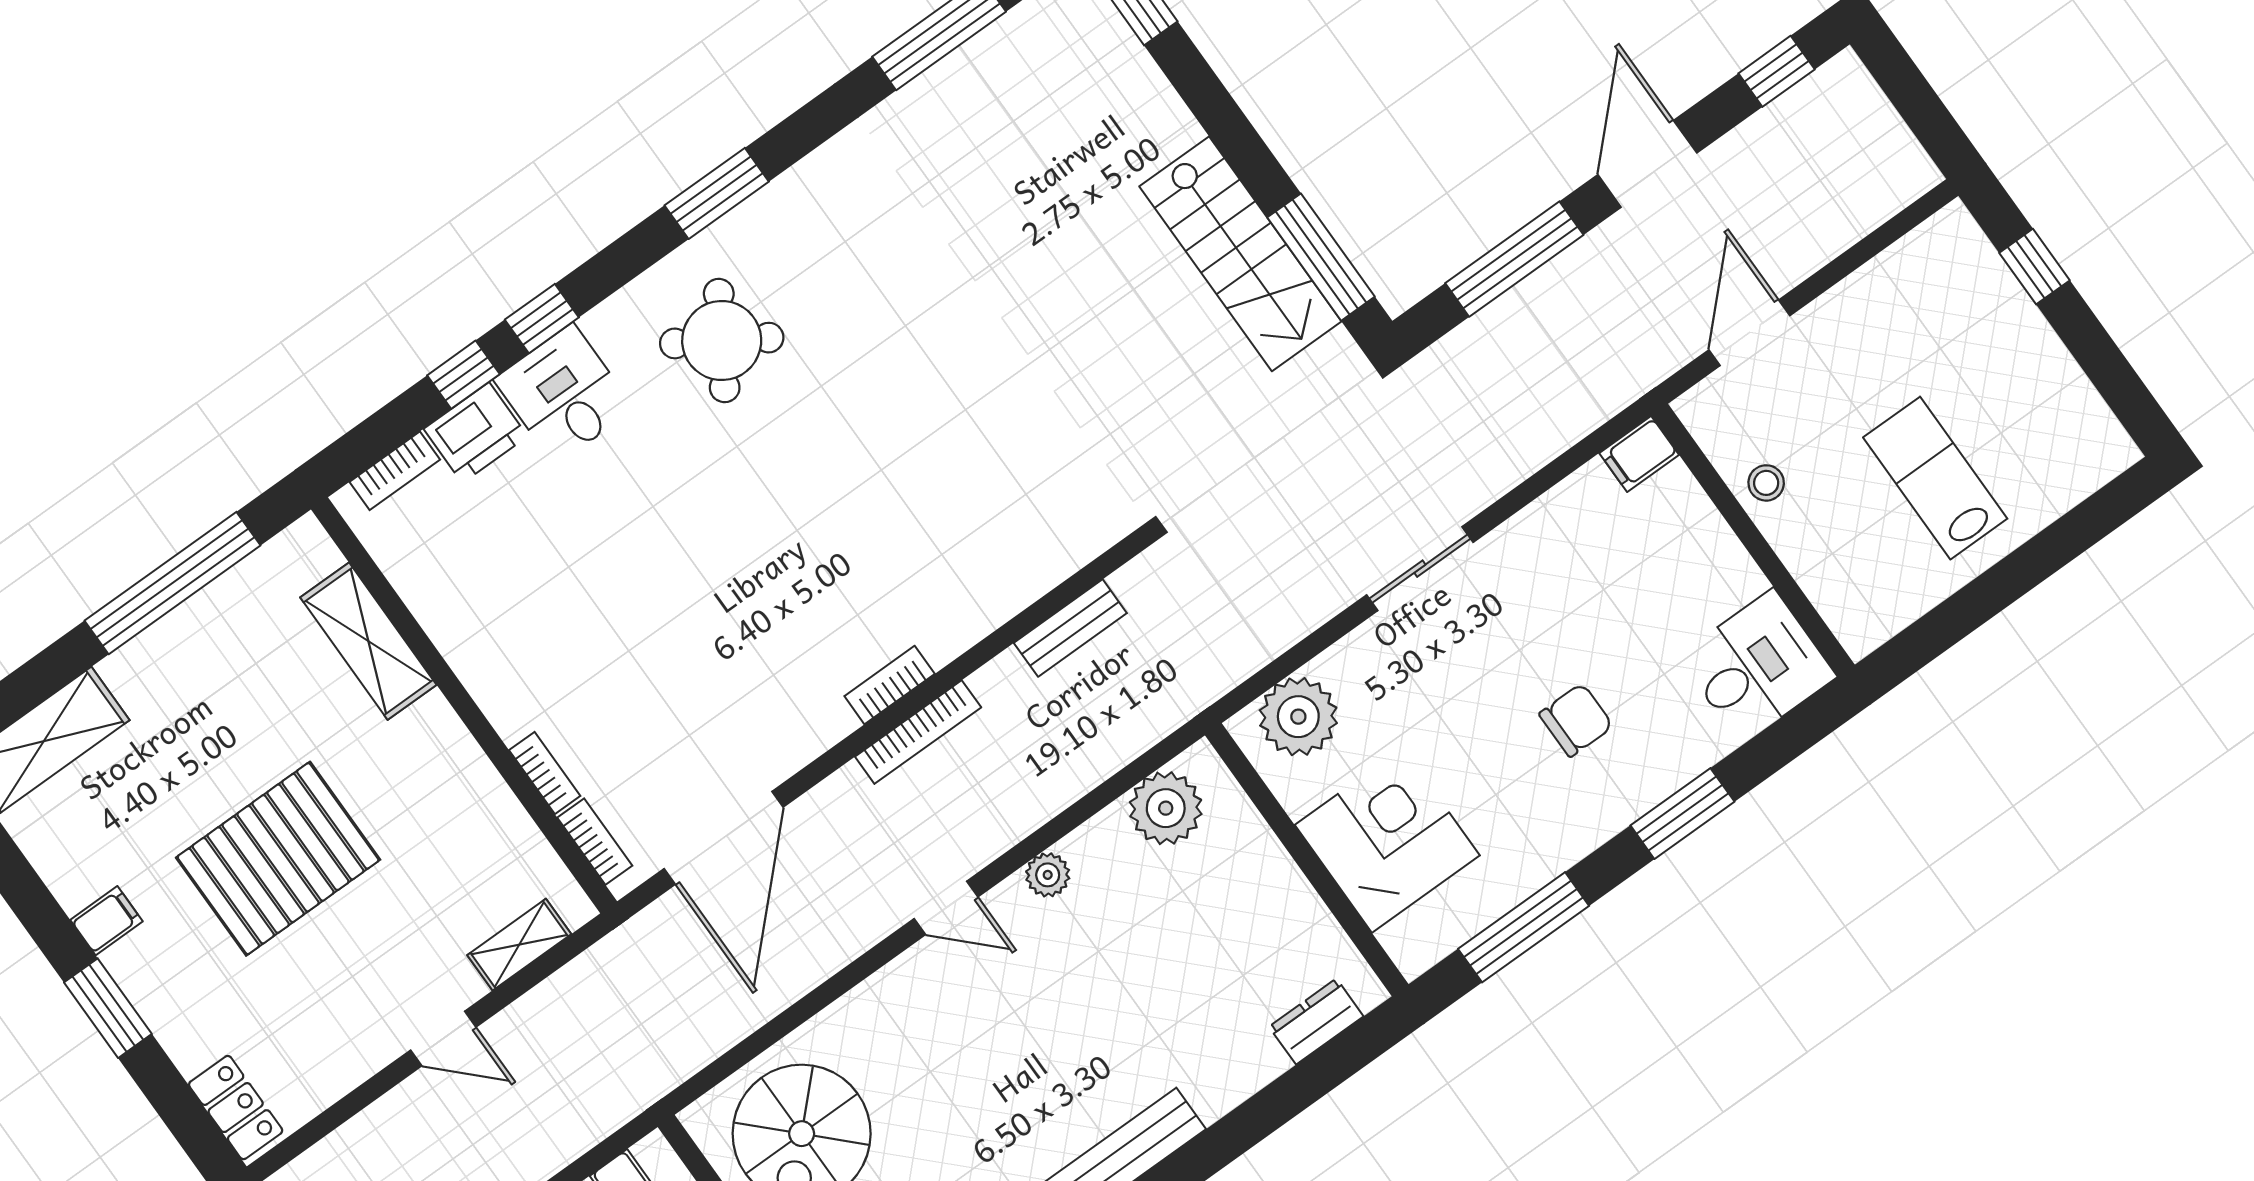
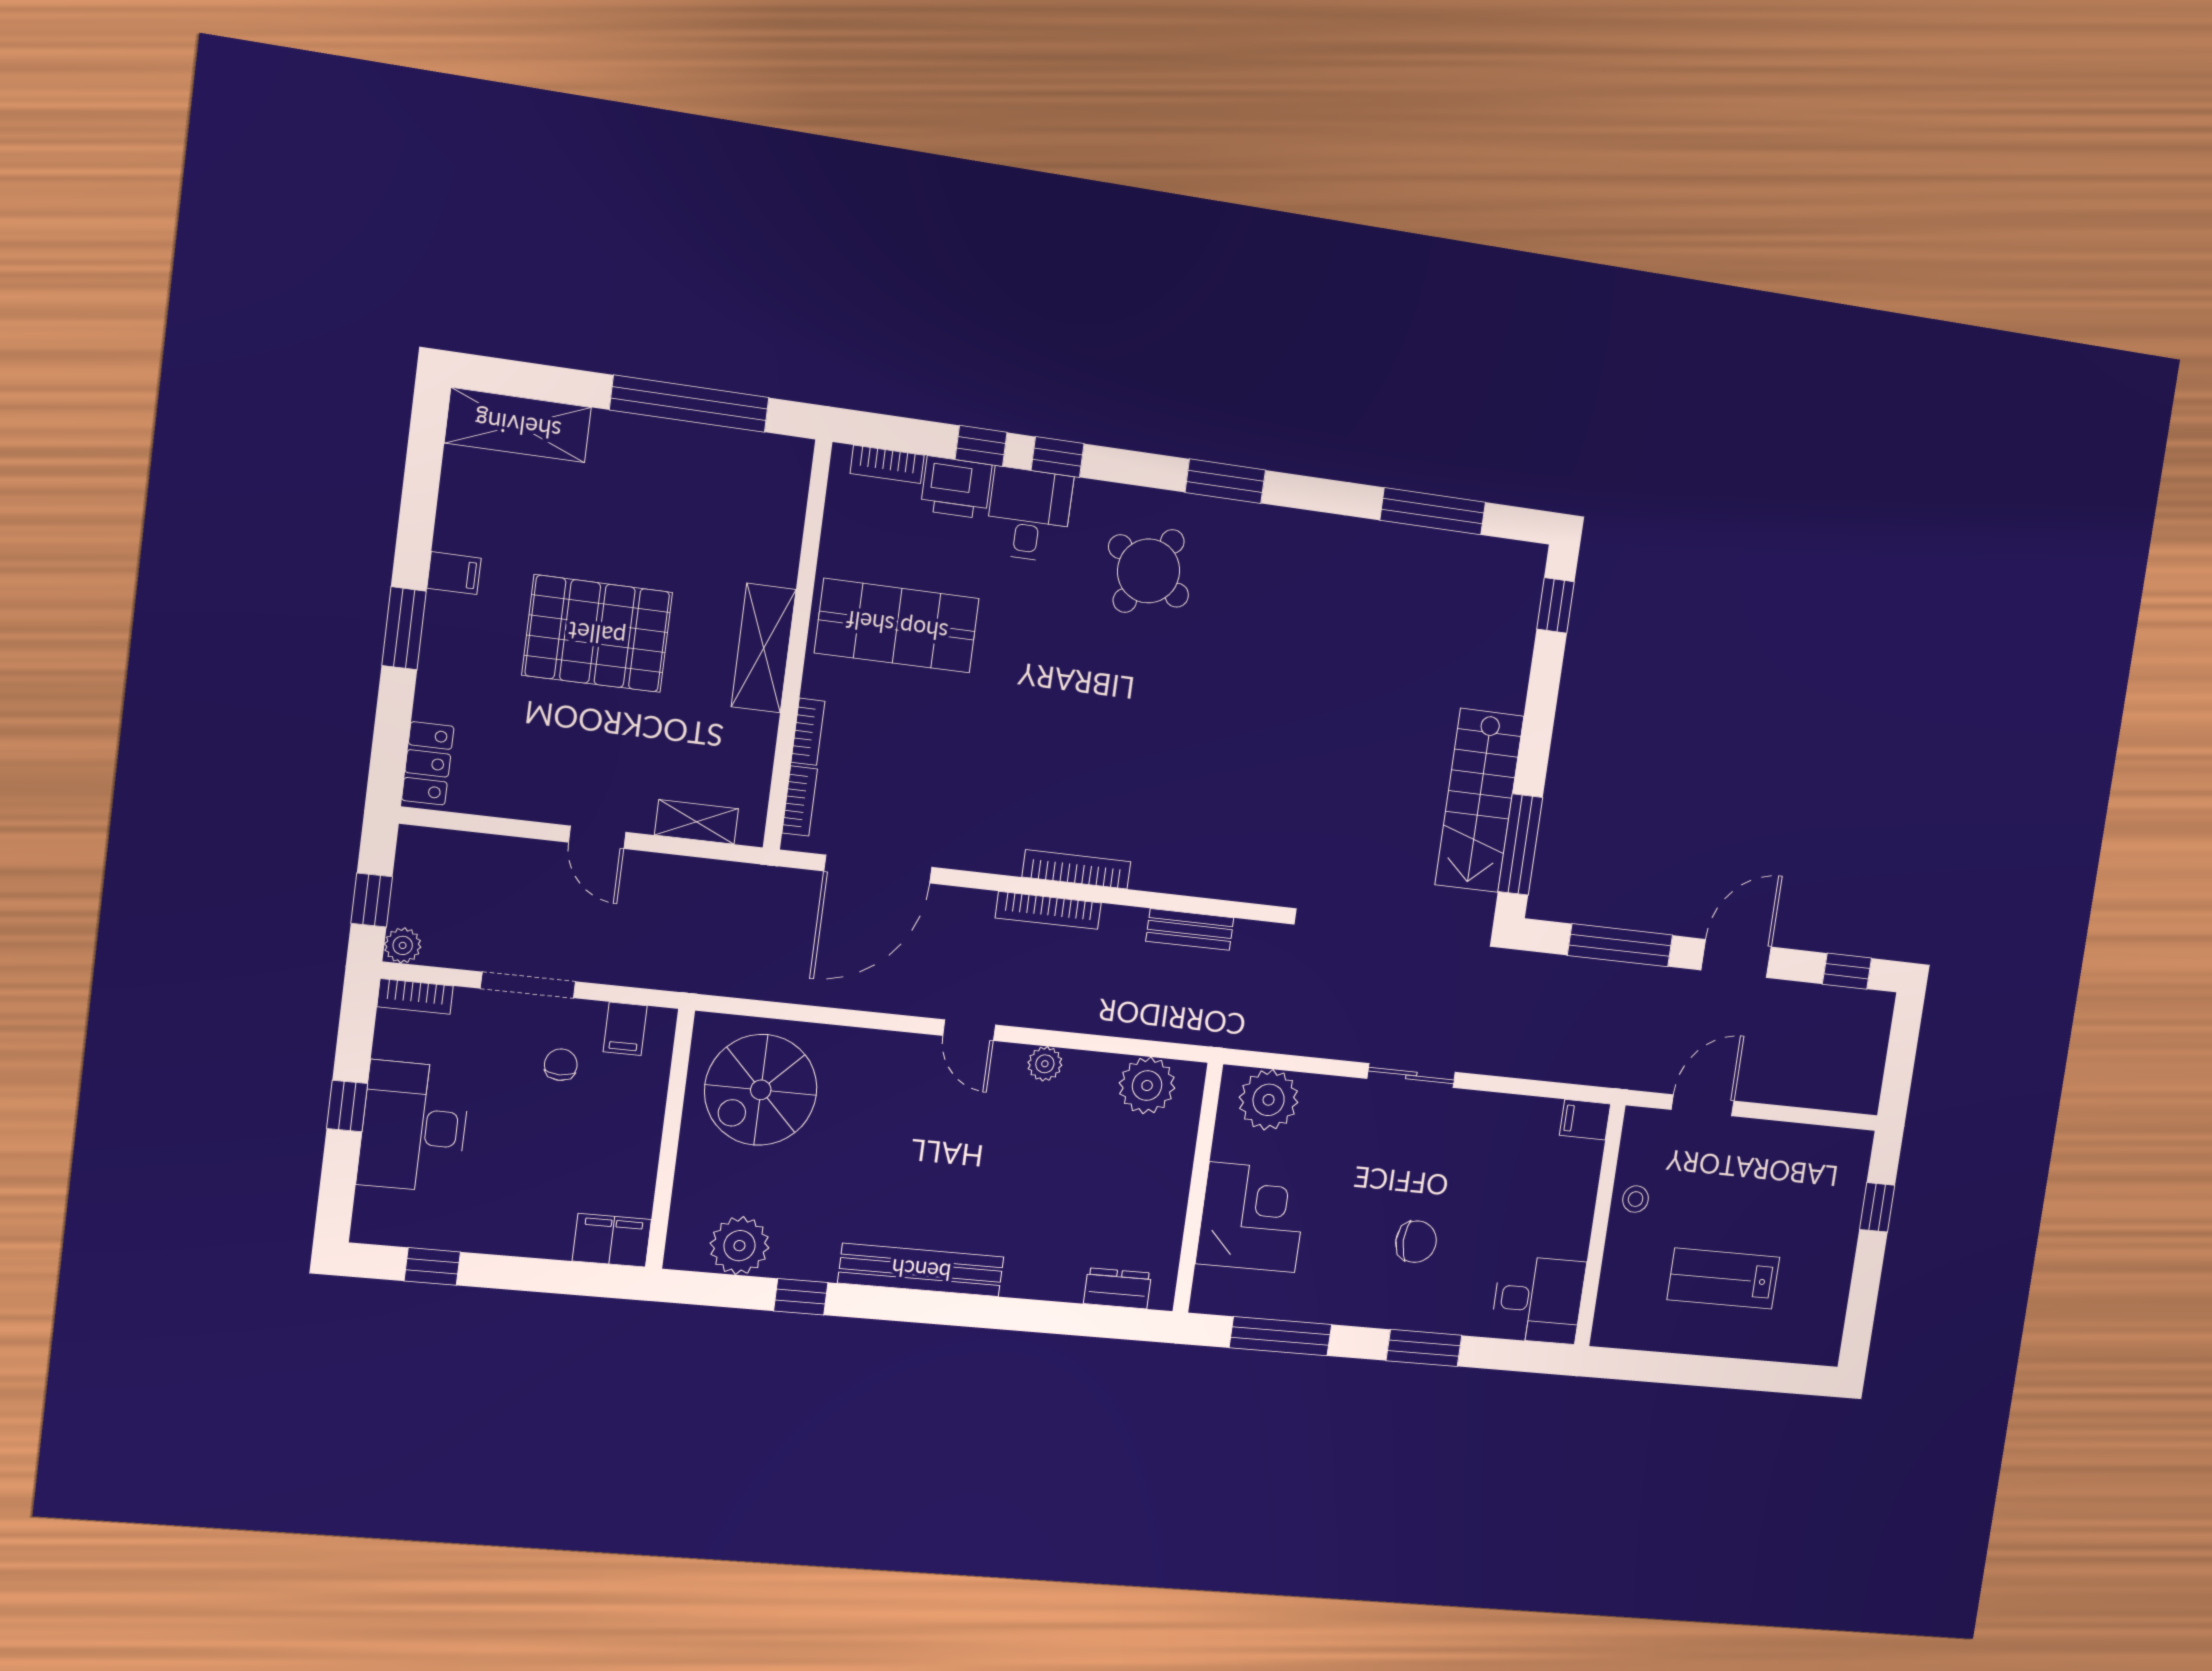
lab bench: (1935, 478) -> (1723, 1279), turned -90
shop shelf: (537, 605) -> (897, 626), added
shelving: (368, 641) -> (764, 648), moved
bookcase: (890, 685) -> (1076, 869), width x1.56

